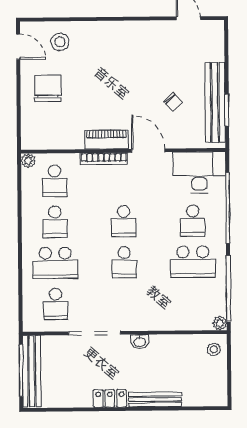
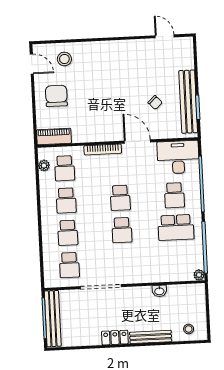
piano: (106, 139) -> (54, 136), moved
plant: (28, 161) -> (44, 165), moved
school desk: (55, 263) -> (68, 233), width x0.54
washbasin: (140, 342) -> (159, 291), moved
stool: (214, 349) -> (189, 329), moved

